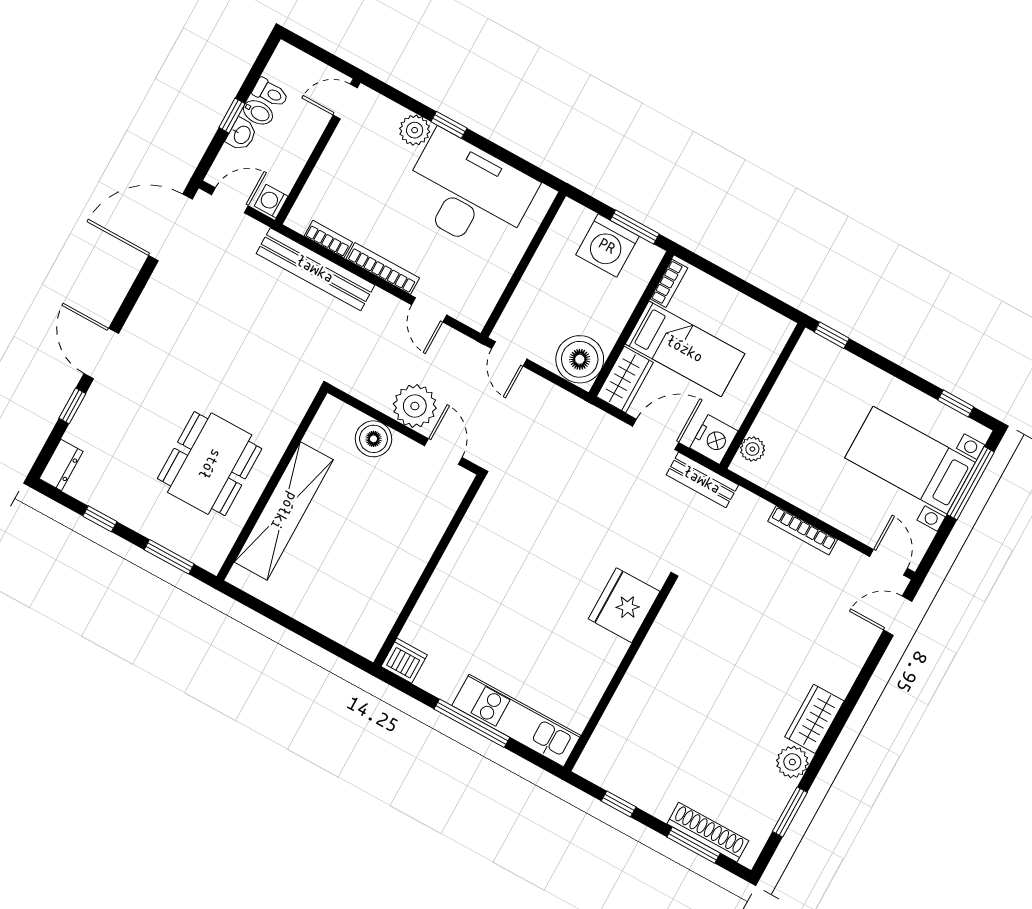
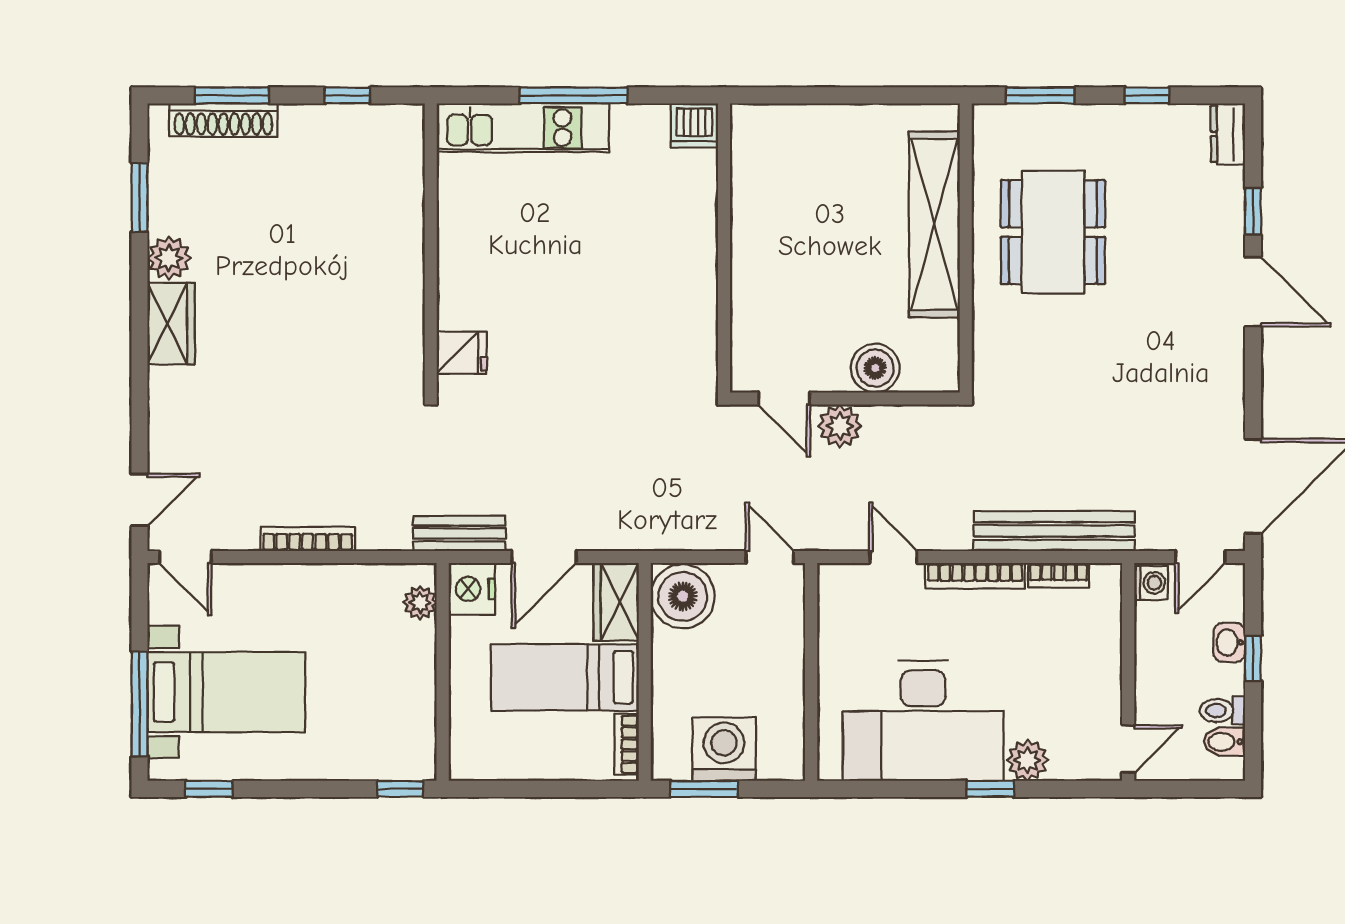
bidet: (258, 112) -> (1224, 742), moved
plant: (415, 406) -> (840, 426), width x0.73, depth x0.73
fridge: (624, 605) -> (462, 353), width x0.53, depth x0.75

